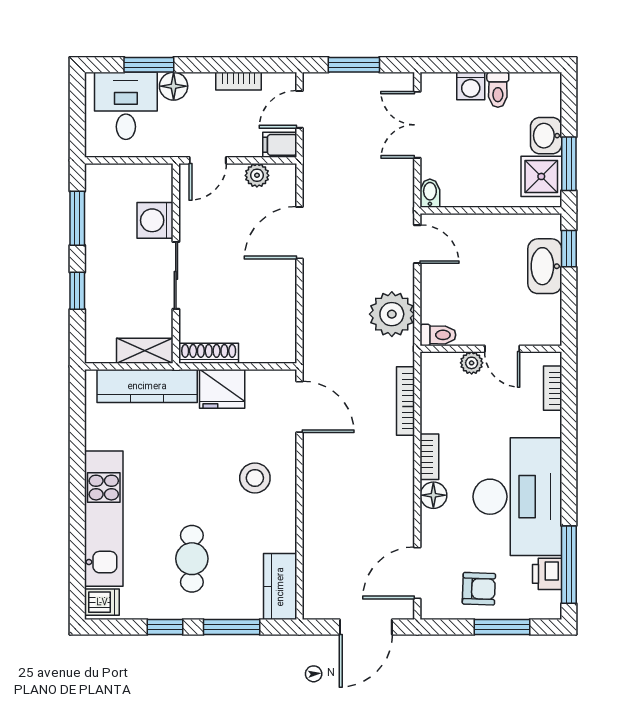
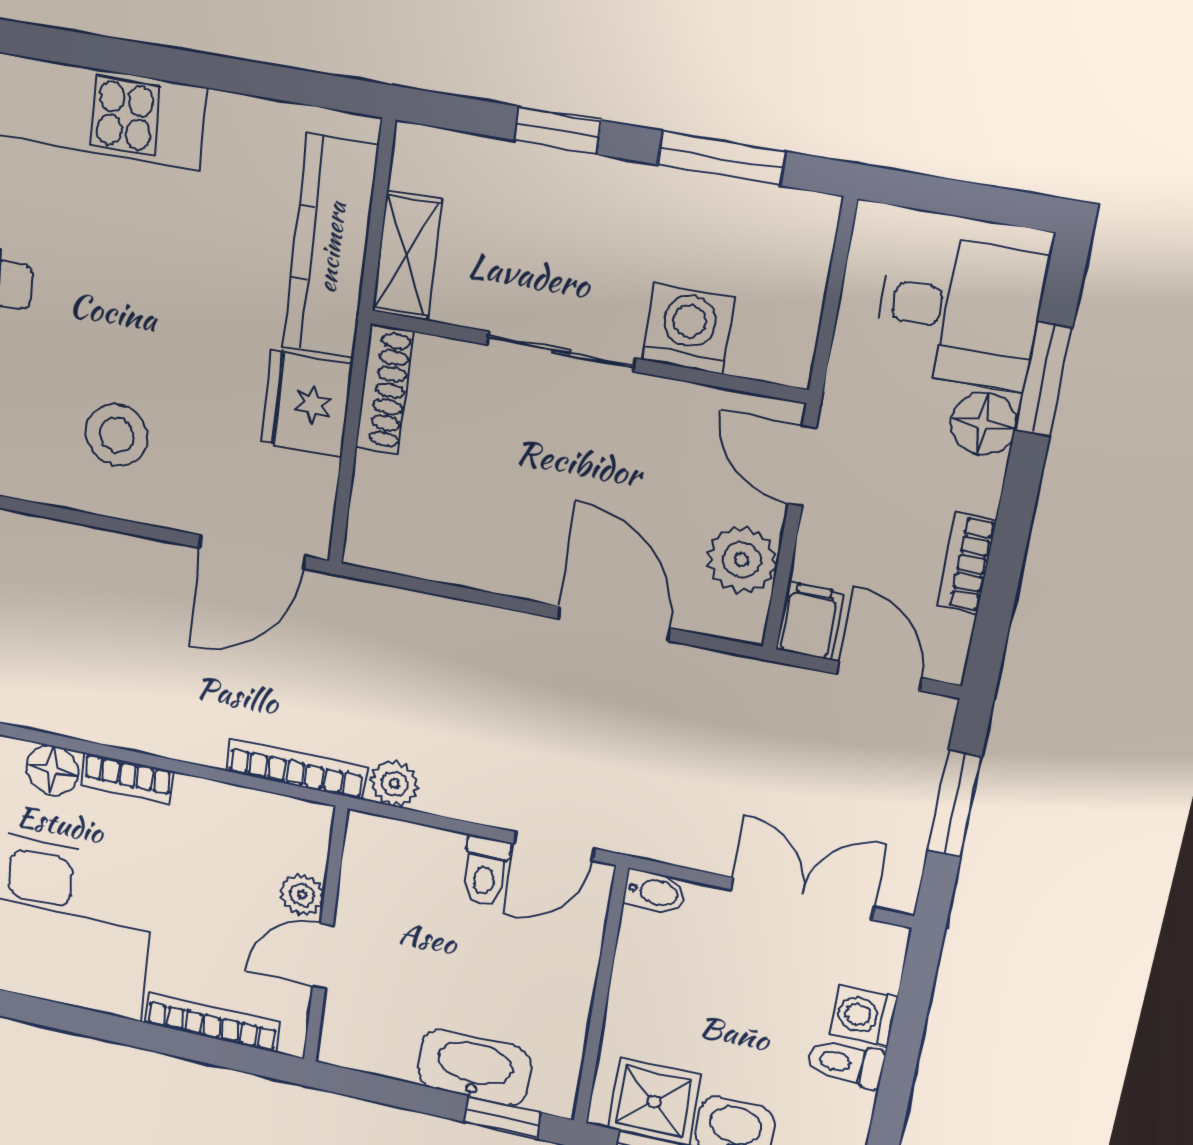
plant: (257, 175) -> (742, 560), width x1.38, depth x1.38
plant: (392, 314) -> (394, 783), width x0.53, depth x0.53
toilet: (438, 335) -> (485, 871), moved
bookcase: (553, 388) -> (212, 1022), width x1.56
bookcase: (406, 401) -> (296, 769), moved

